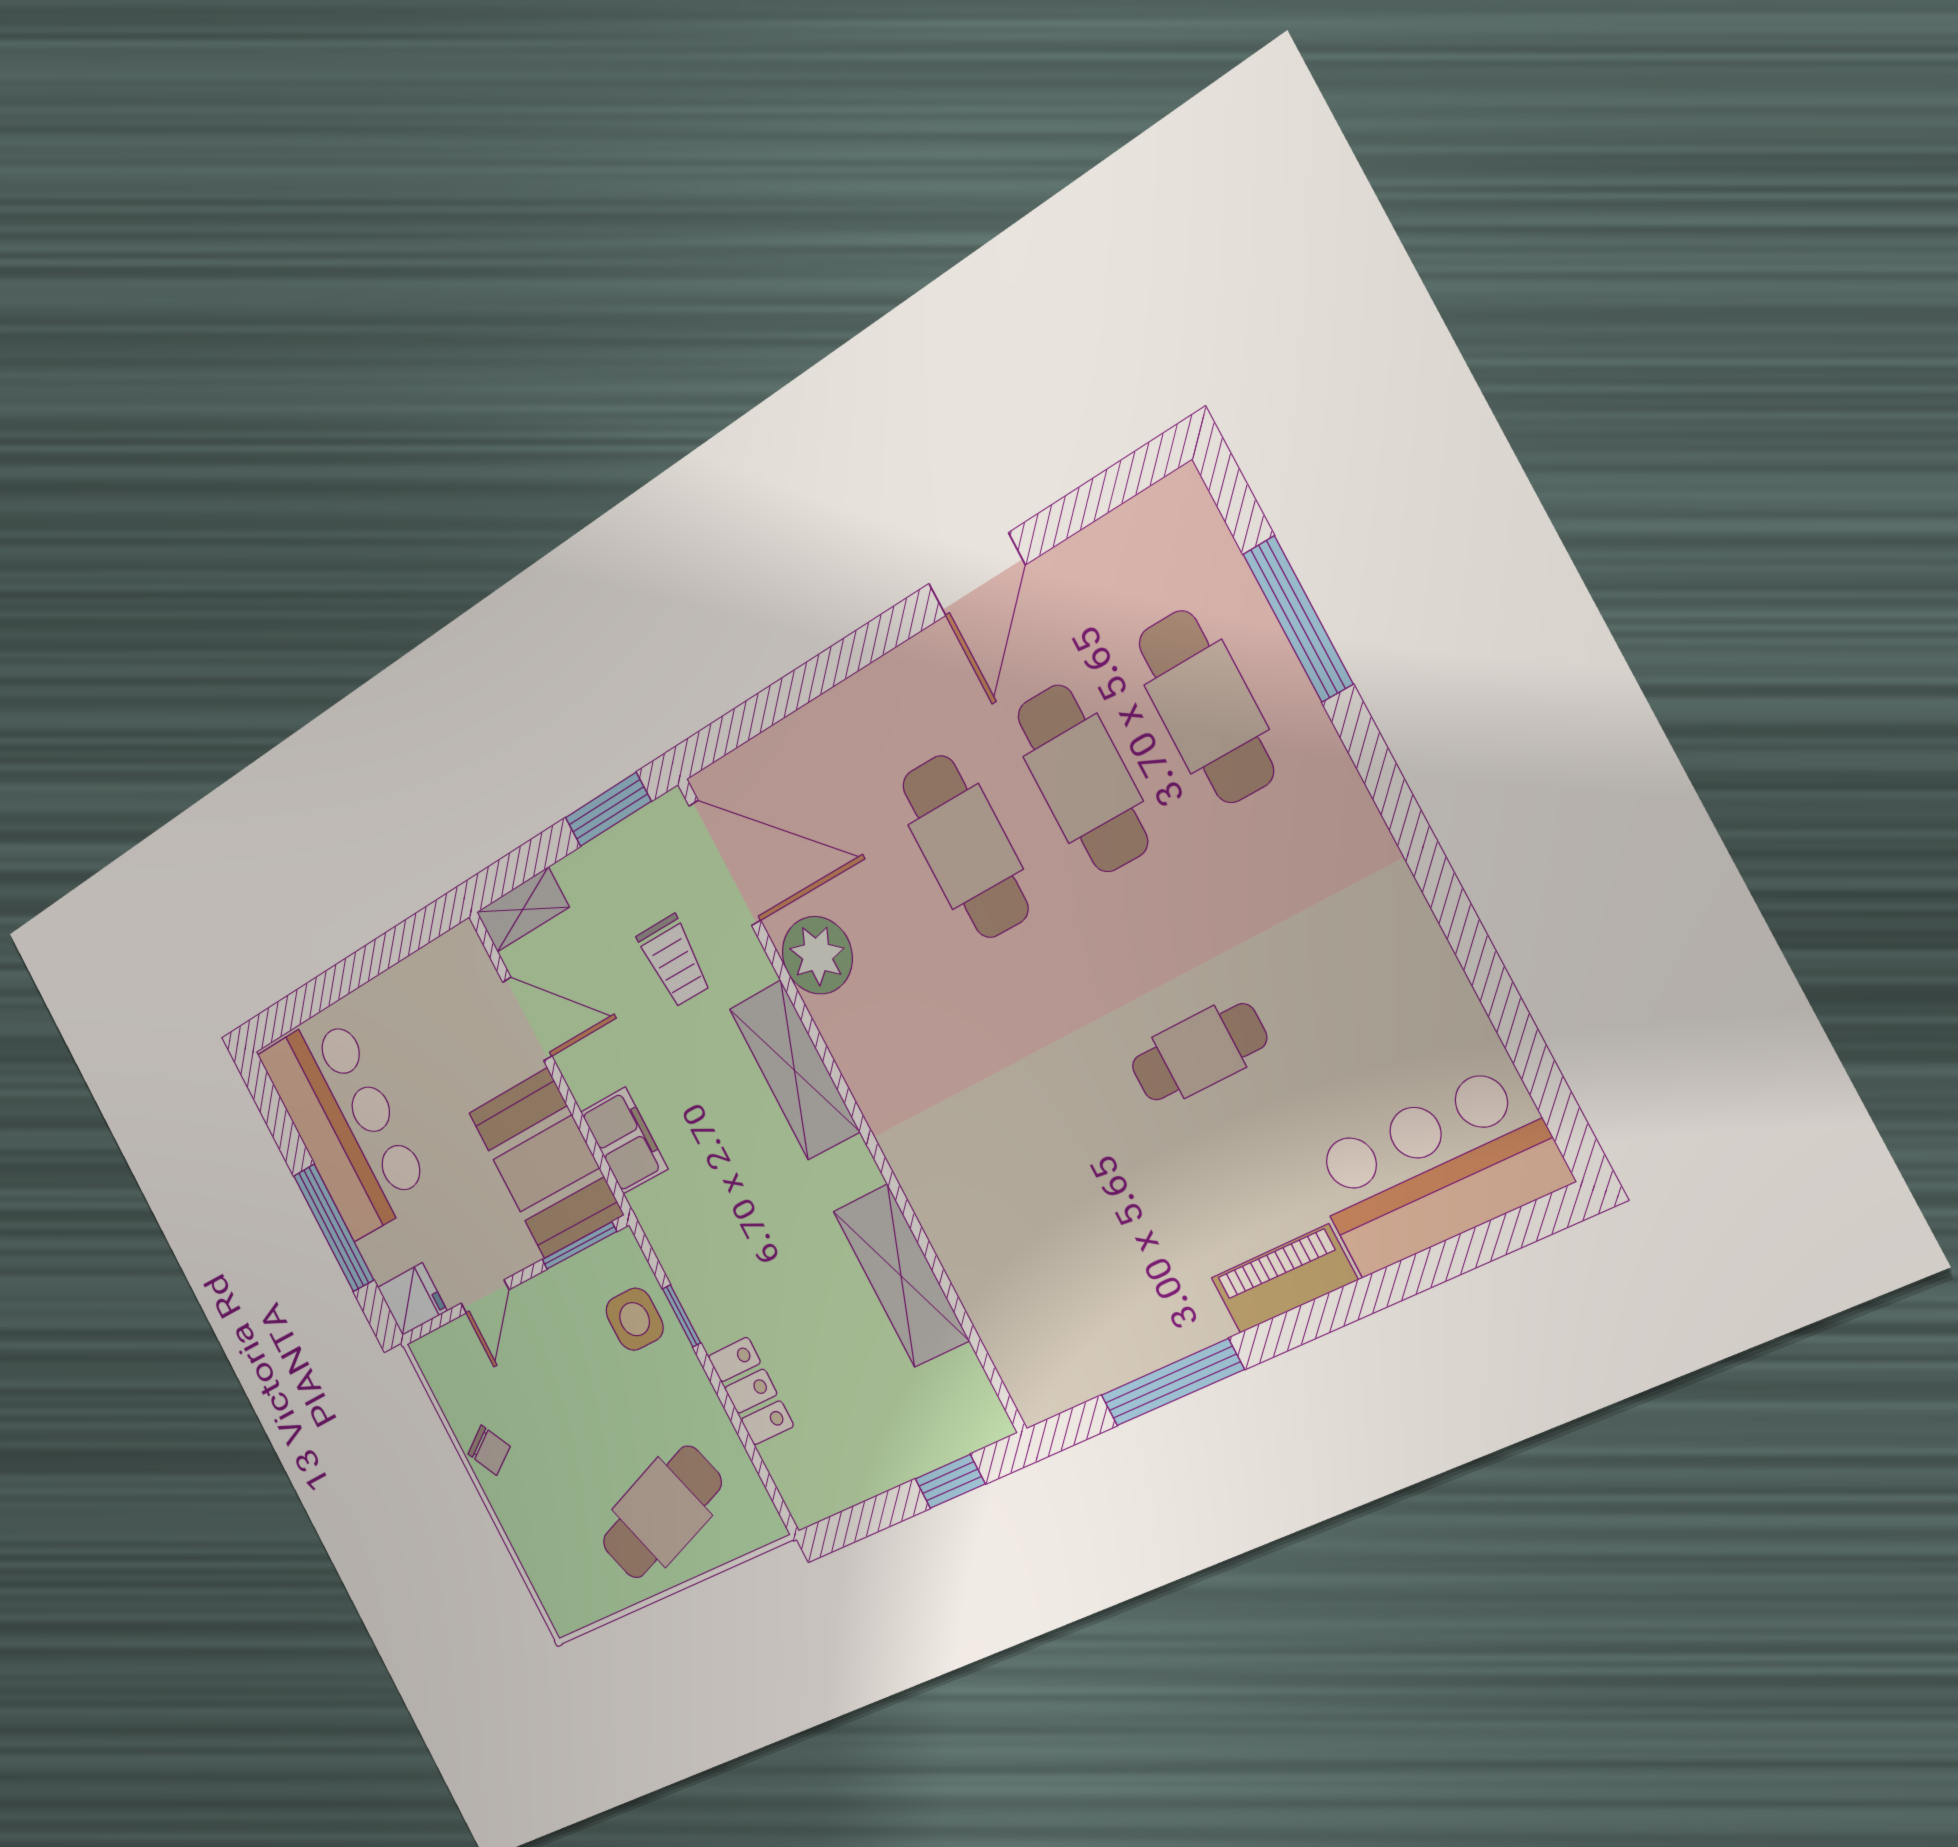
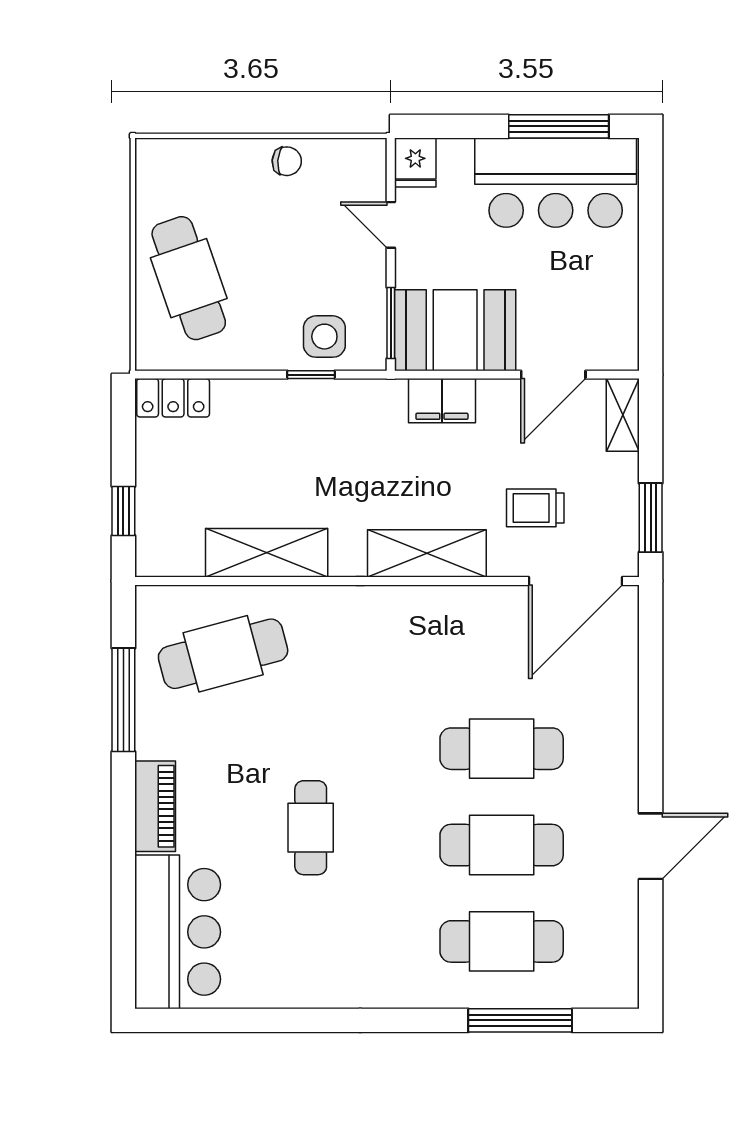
door: (977, 574) -> (651, 846), swing flipped
plant: (817, 955) -> (488, 612), removed
window: (334, 1228) -> (559, 126), moved
cafe table: (1047, 1276) -> (223, 654), added
locker: (751, 1391) -> (173, 398), moved
chair: (489, 1450) -> (287, 161), turned -144

